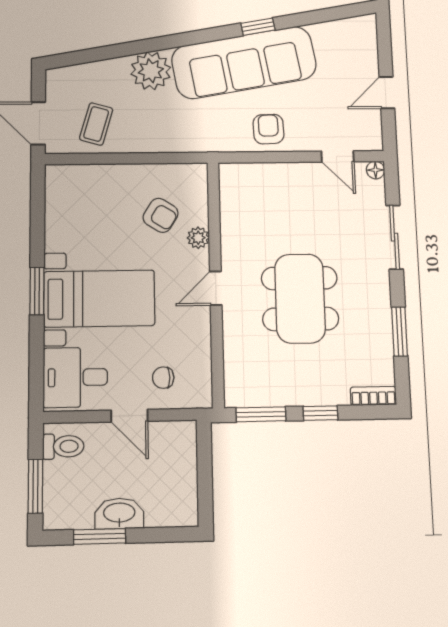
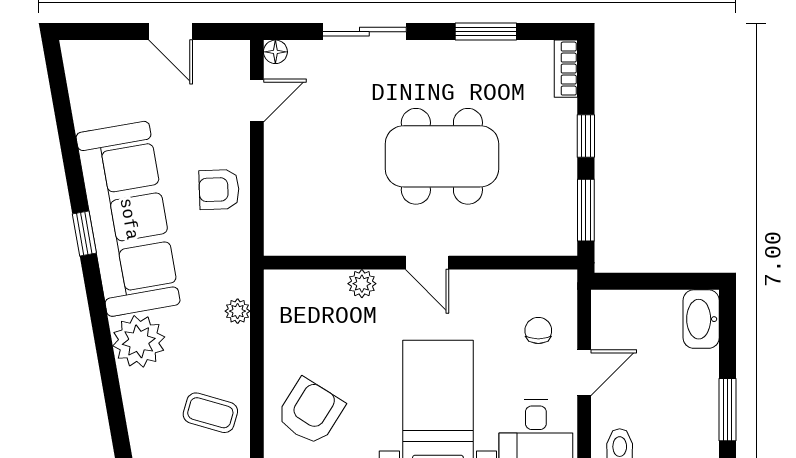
window: (258, 27) -> (84, 234), moved
plant: (175, 144) -> (238, 311), added
armchair: (161, 215) -> (310, 412), moved, width x1.38, depth x1.38
chair: (163, 378) -> (538, 331), turned 180
washbasin: (119, 513) -> (701, 319), moved

